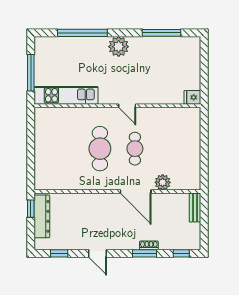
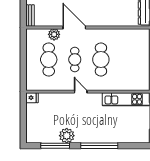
window: (82, 33) -> (99, 146), moved
plant: (119, 47) -> (67, 136), moved
cafe table: (170, 149) -> (49, 60), added

